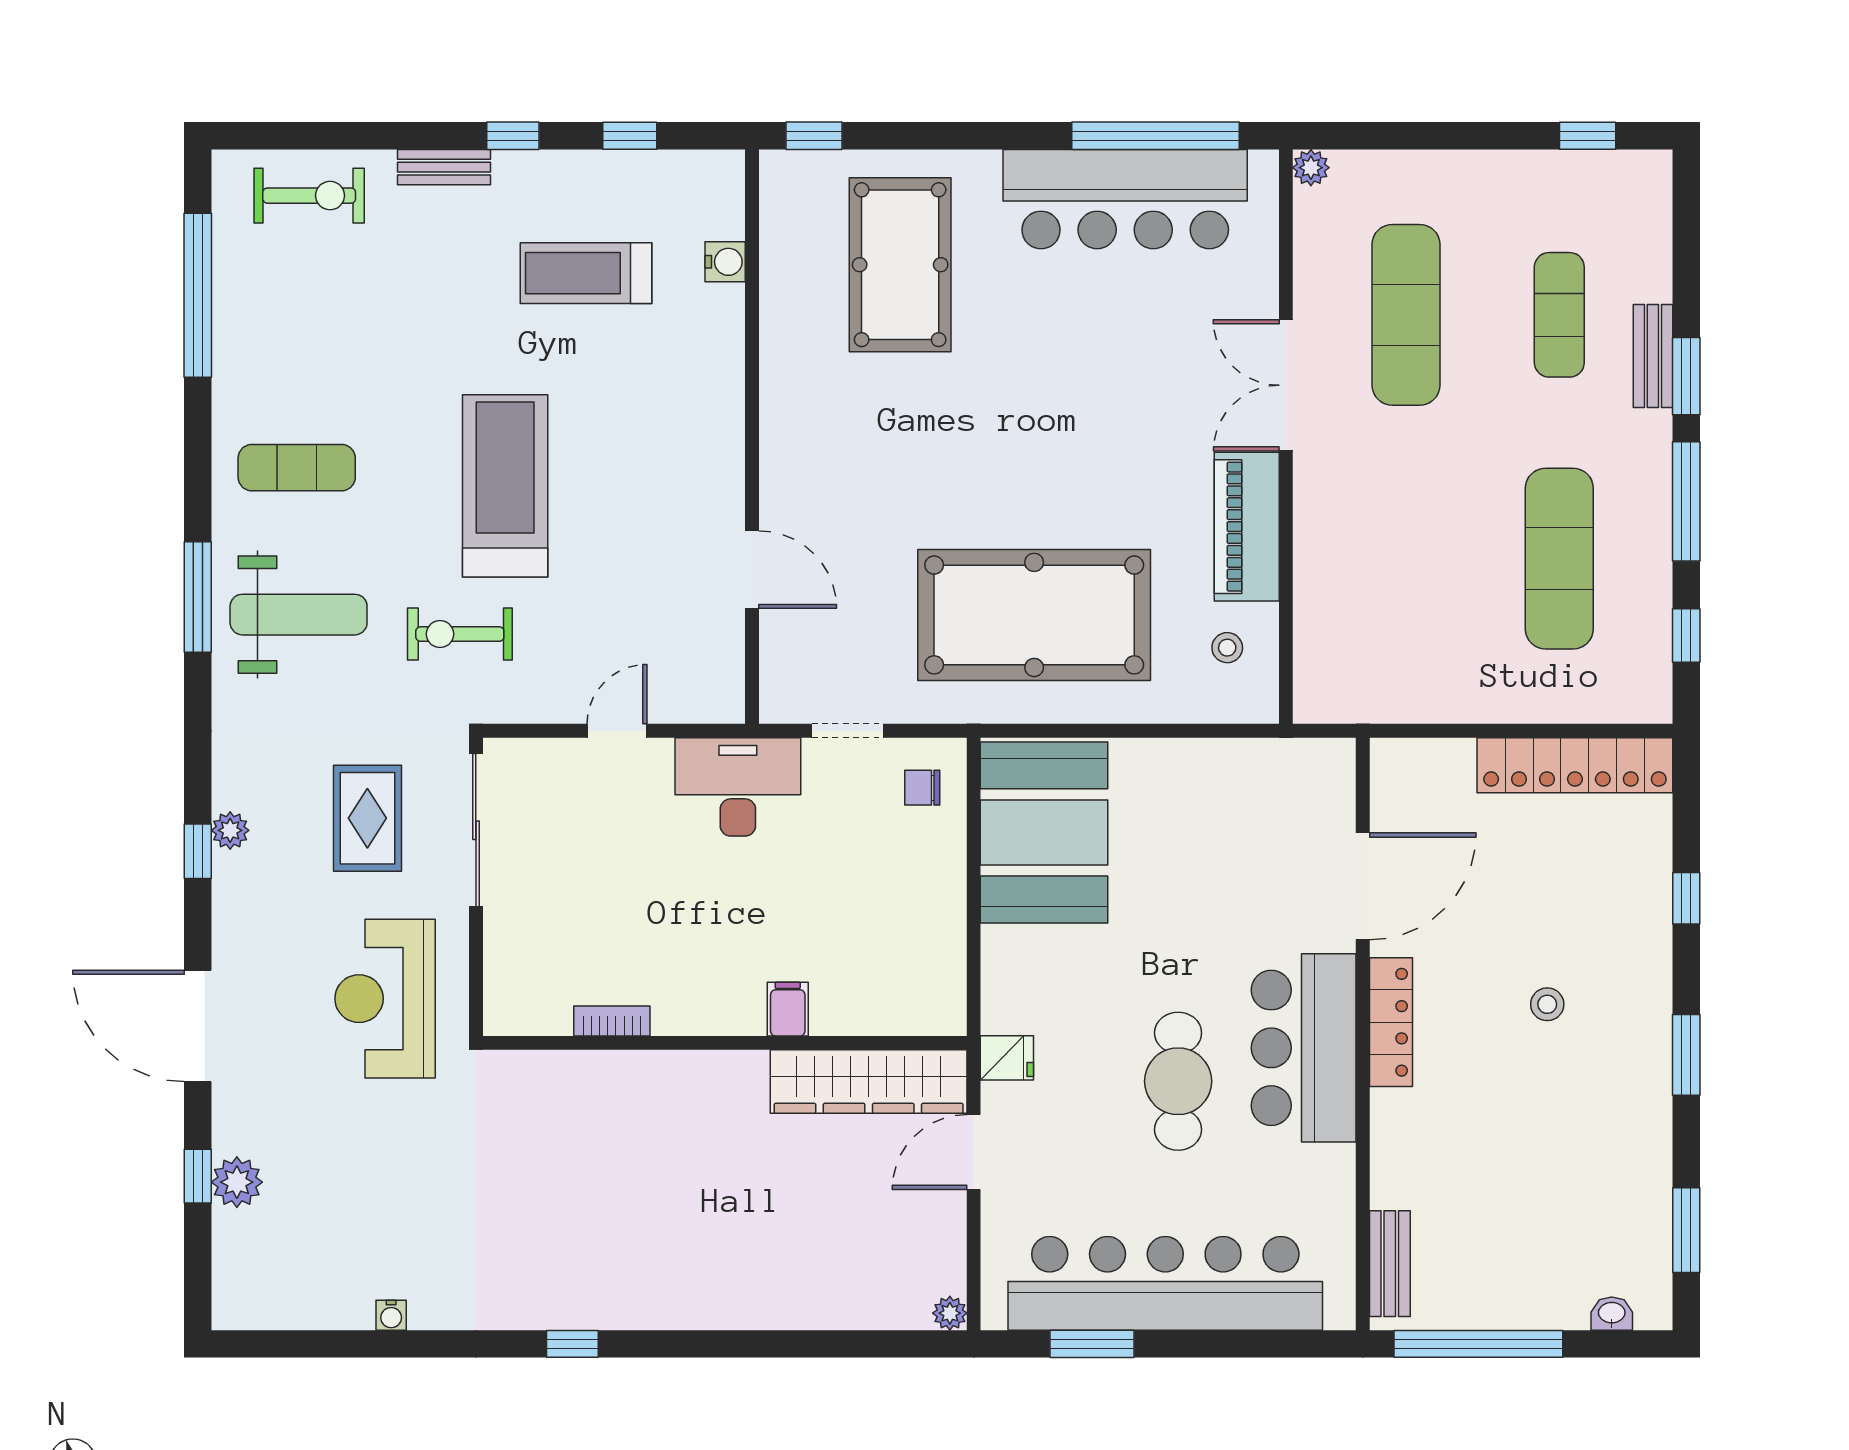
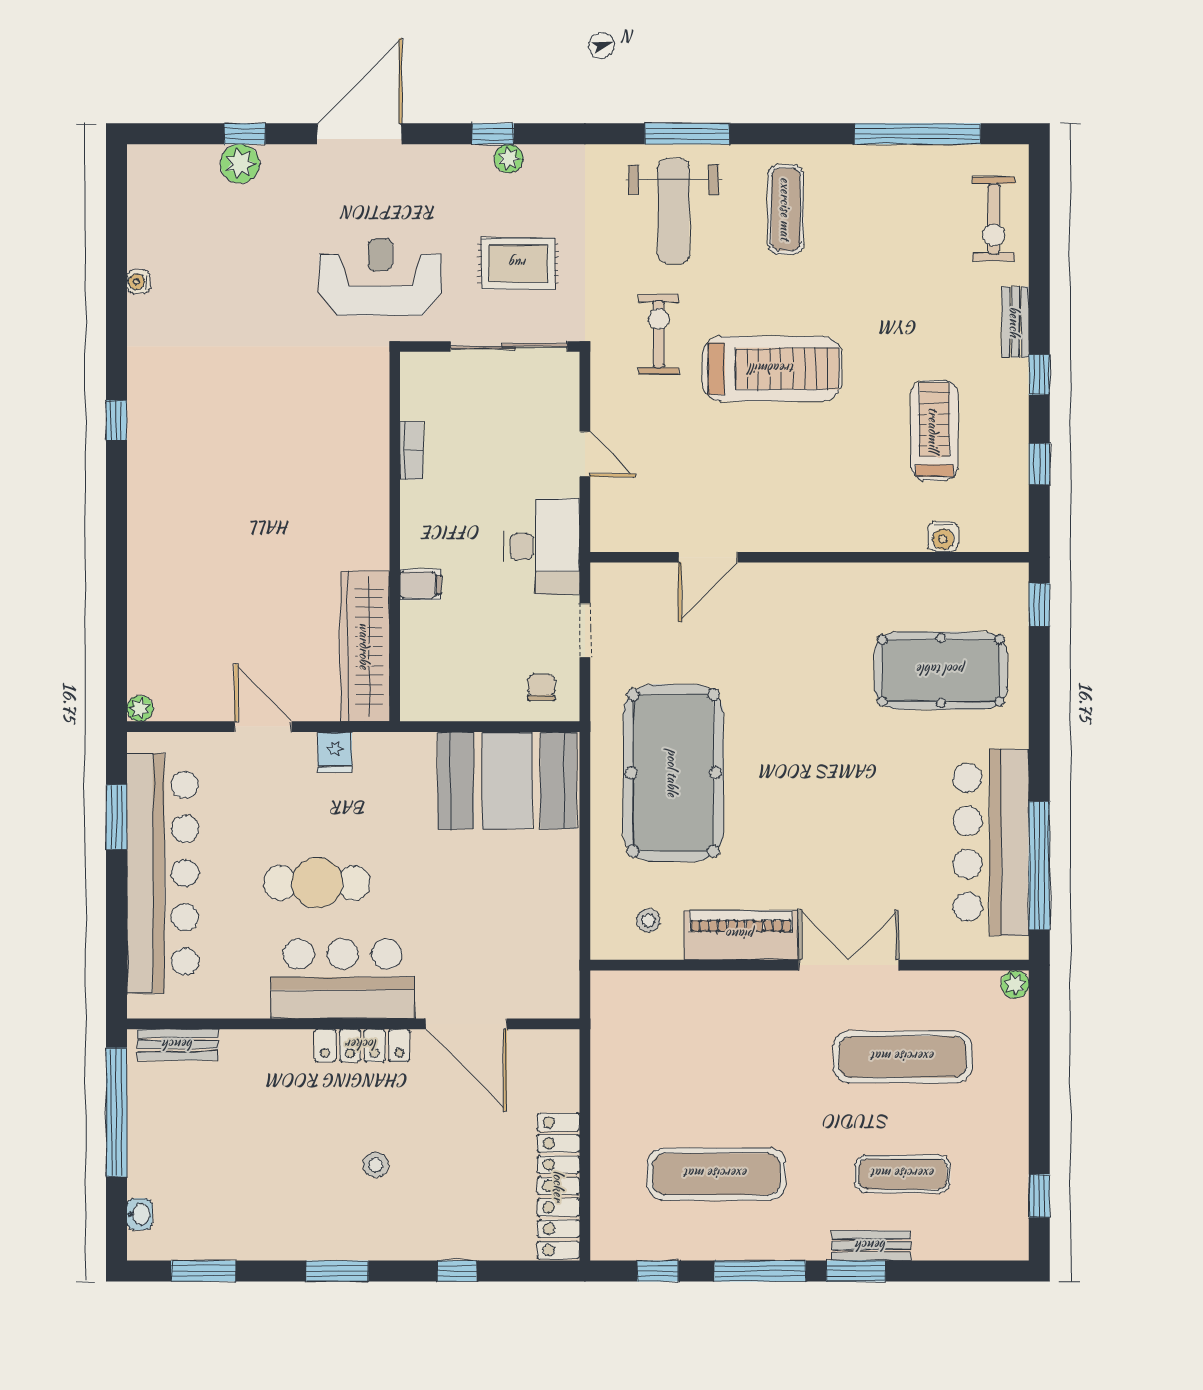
filing cabinet: (788, 1009) -> (421, 585), moved
bookcase: (612, 1021) -> (411, 450), moved
wall: (725, 1043) -> (395, 537), moved
wardrobe: (869, 1082) -> (365, 646), moved

